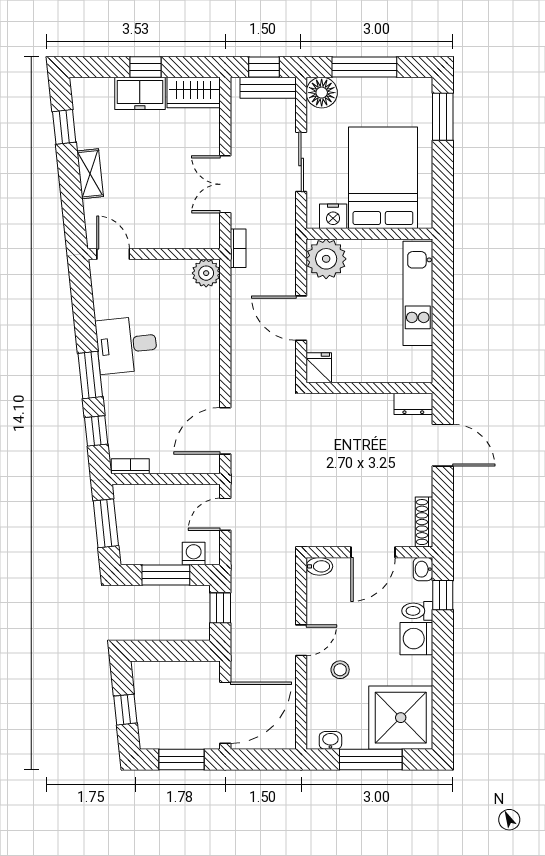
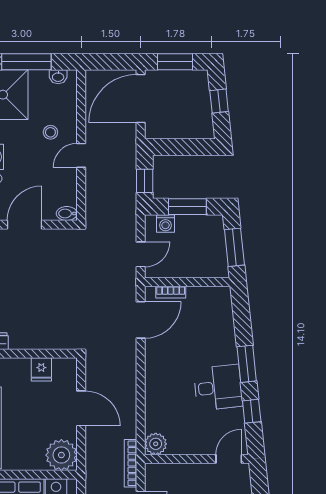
bookcase: (238, 248) -> (131, 463), width x1.56
door: (113, 254) -> (229, 459), swing flipped
fridge: (319, 368) -> (41, 369), moved
window: (96, 431) -> (252, 411), moved
bookcase: (130, 466) -> (171, 292), moved

